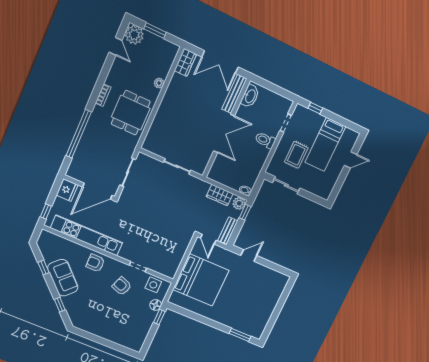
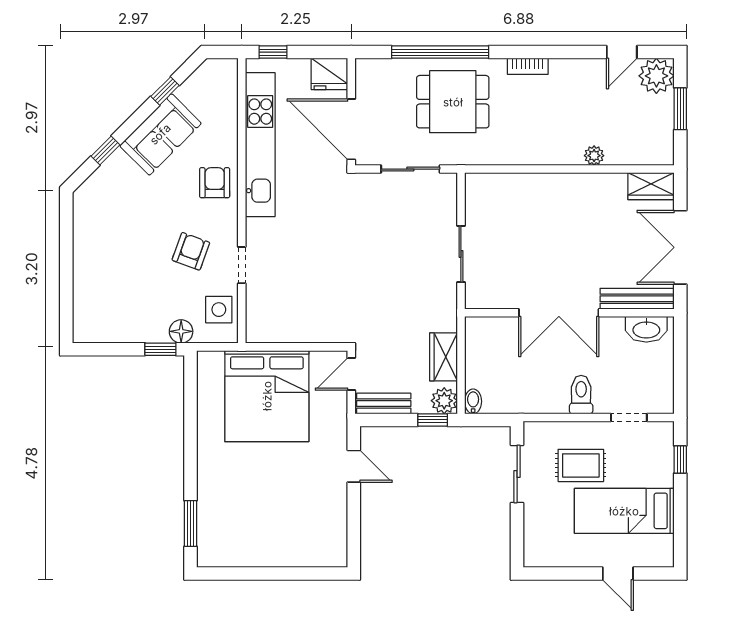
dining table: (131, 113) -> (453, 102), moved

